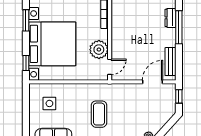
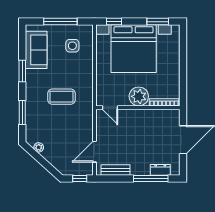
plant: (99, 50) -> (139, 96), moved
door: (153, 82) -> (94, 152), swing flipped
window: (26, 115) -> (60, 22), added

